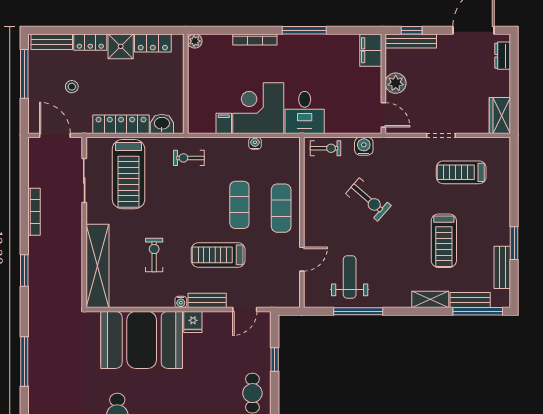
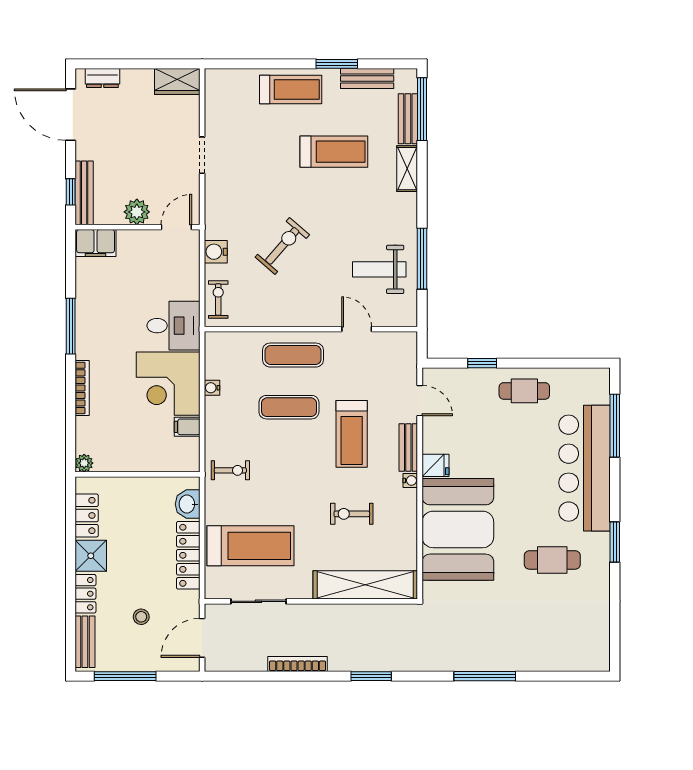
exercise bike: (189, 158) -> (230, 470), turned -90
treadmill: (461, 172) -> (291, 90), moved, turned -90

